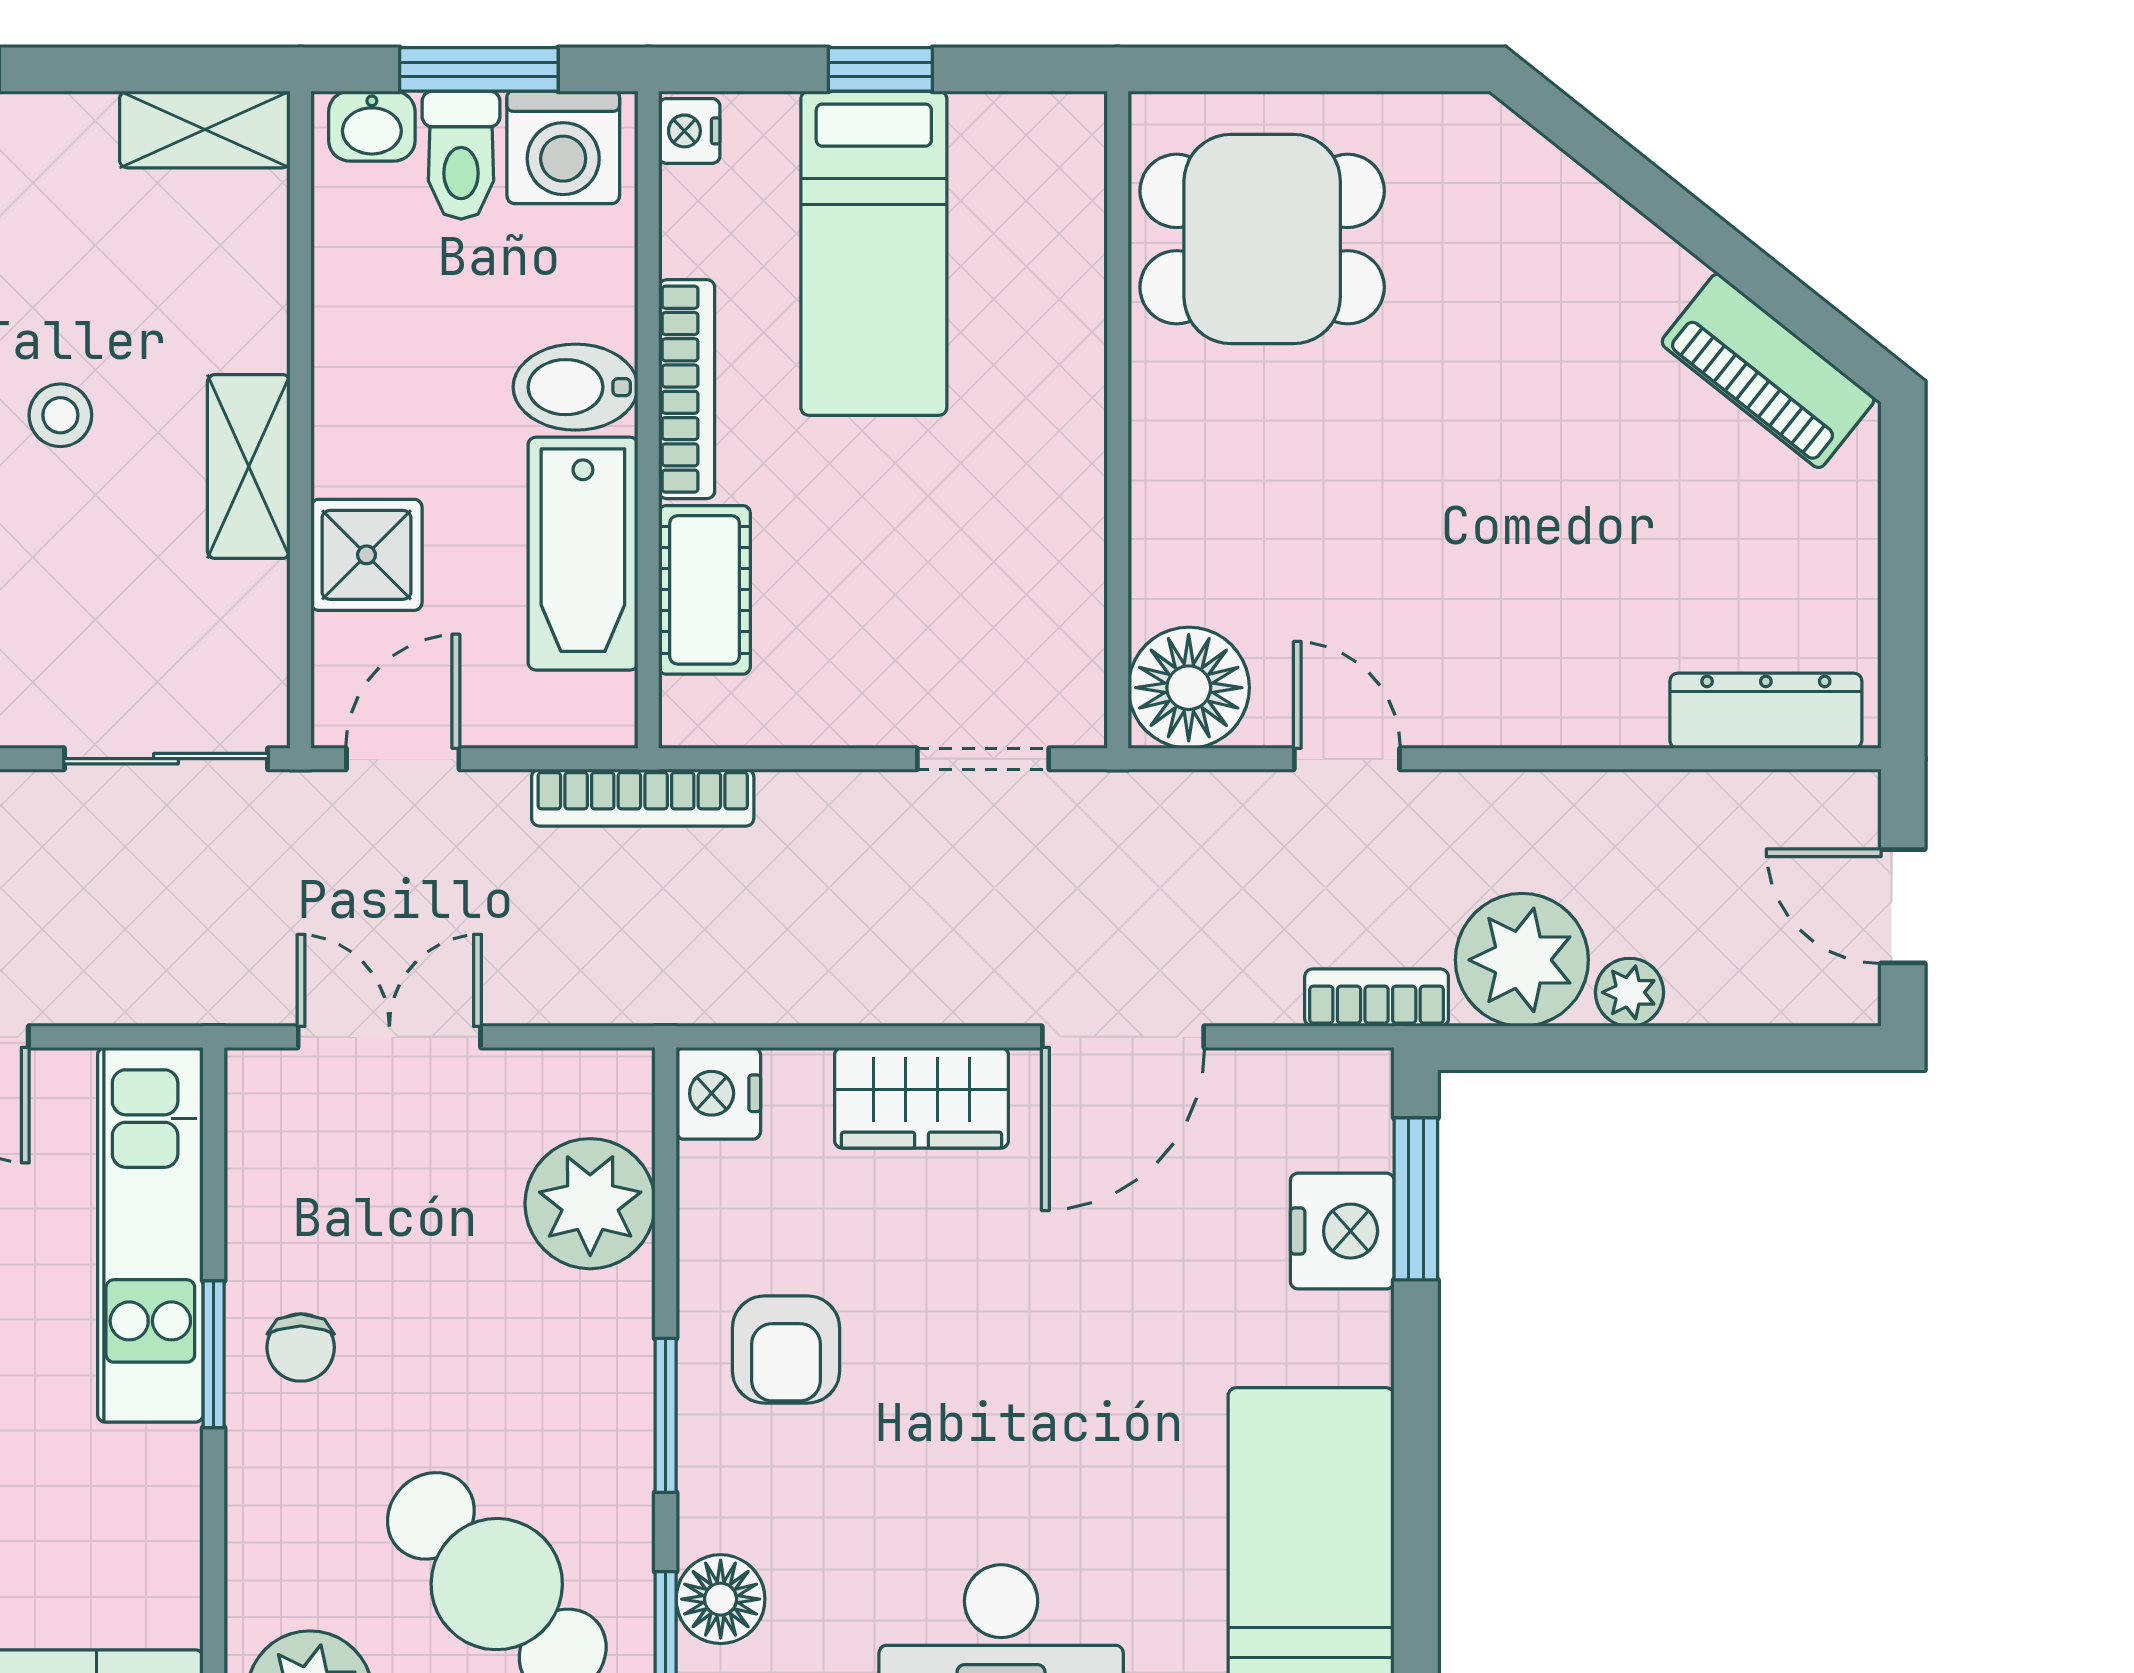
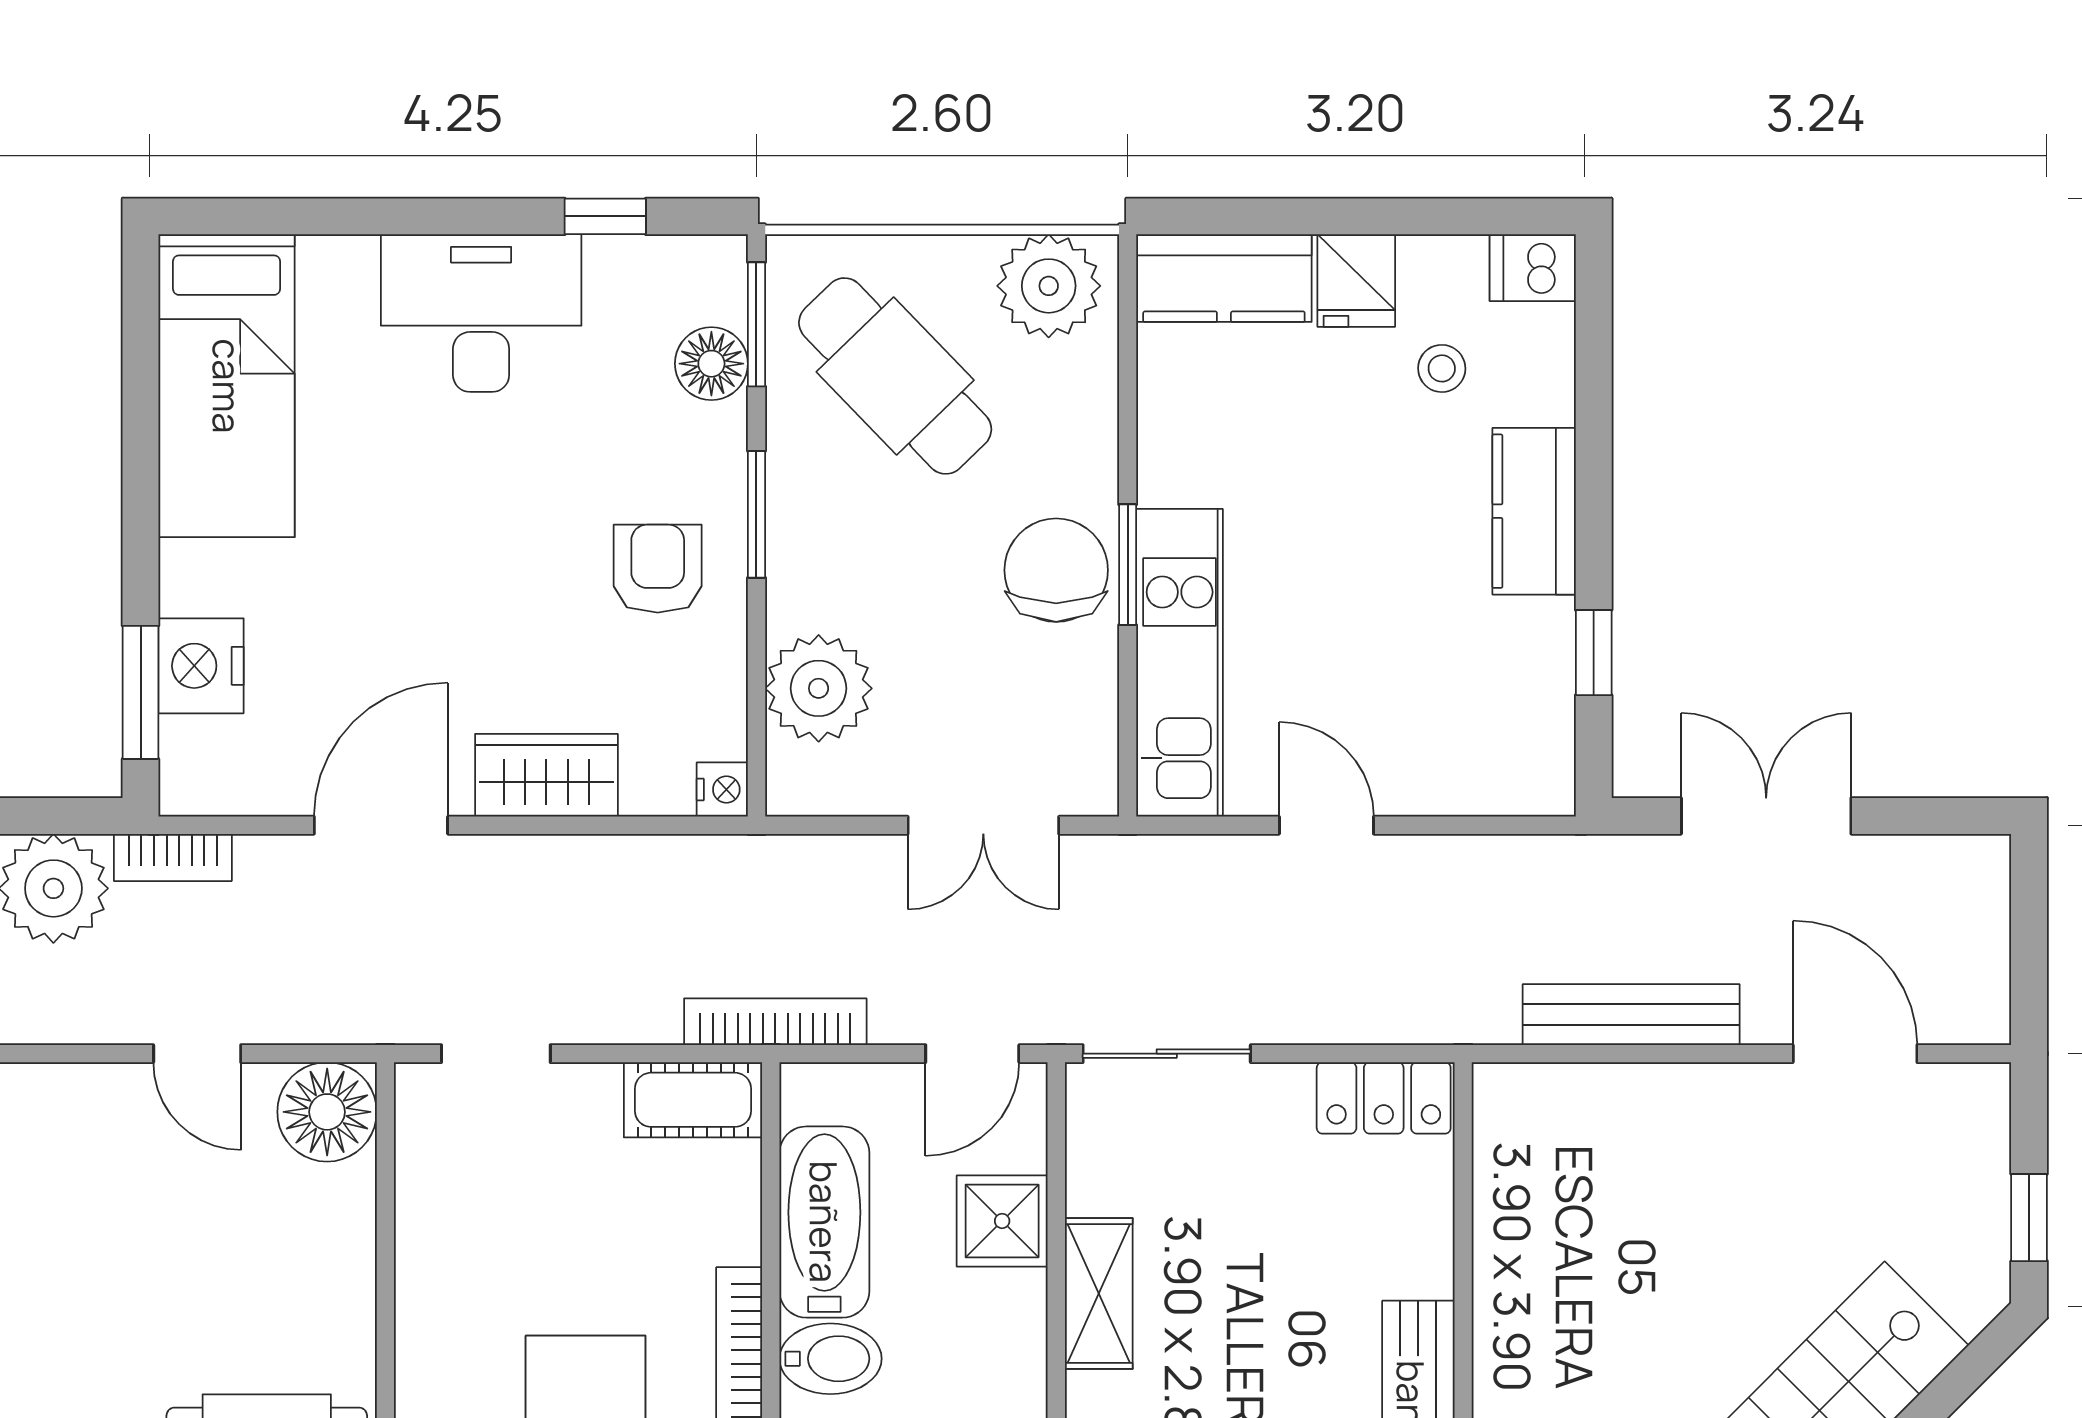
stool: (60, 415) -> (1253, 1336), removed
cot: (705, 590) -> (693, 1100), moved, turned 90
nightstand: (718, 1093) -> (722, 790), width x0.72, depth x0.74
chair: (301, 1348) -> (1056, 570), width x1.87, depth x1.87

